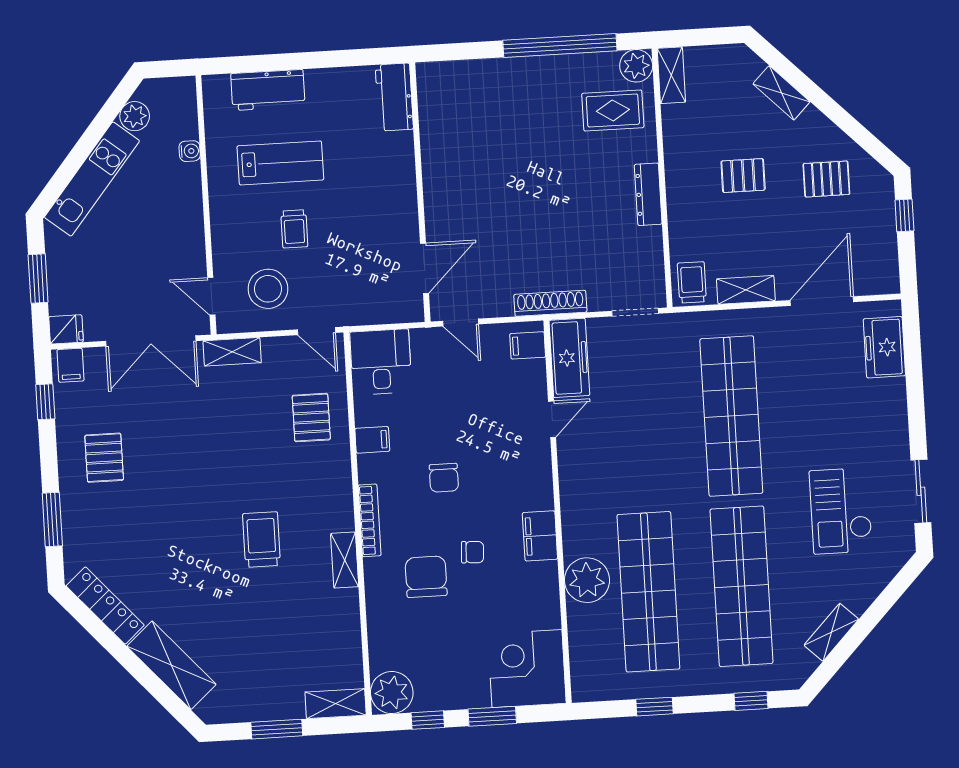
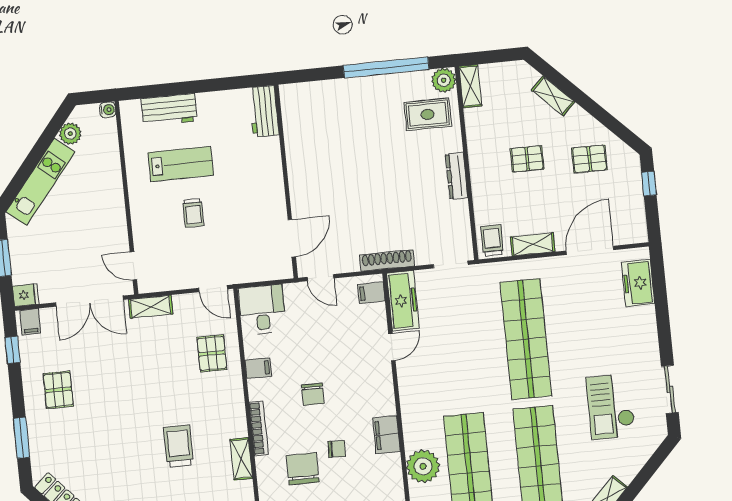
water cooler: (190, 151) -> (108, 110), moved
stool: (268, 289) -> (175, 258), removed

